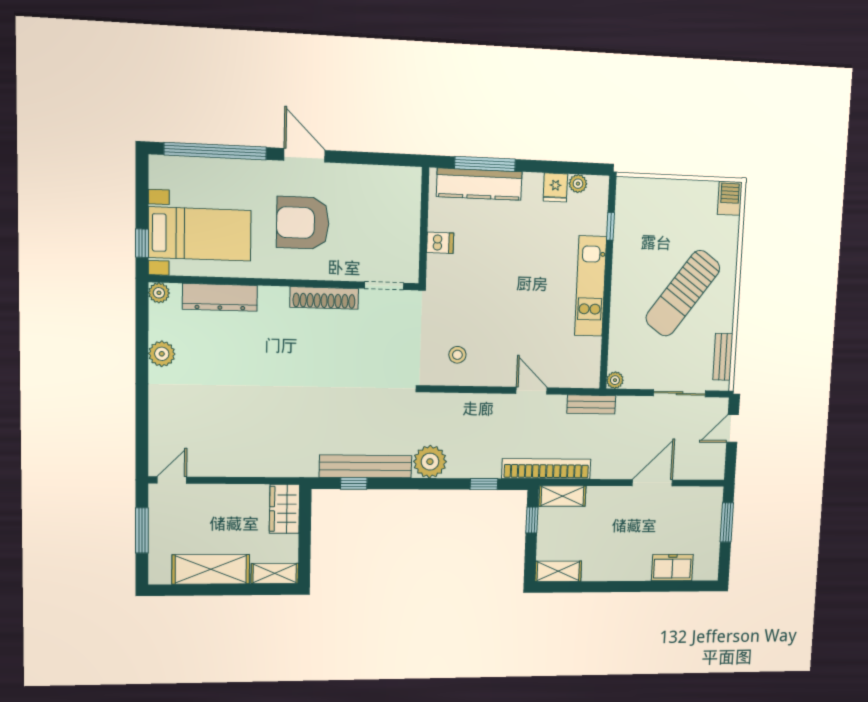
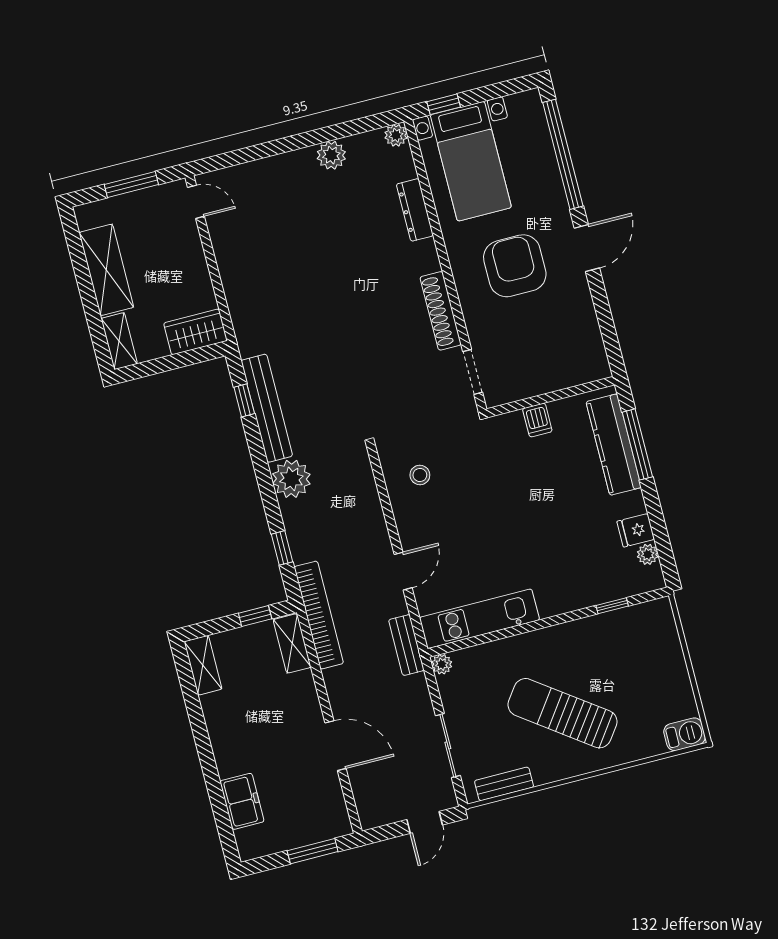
kitchen unit: (591, 286) -> (479, 619), moved
dresser: (220, 297) -> (415, 210), width x0.73, depth x0.80
door: (732, 429) -> (425, 822), swing flipped

